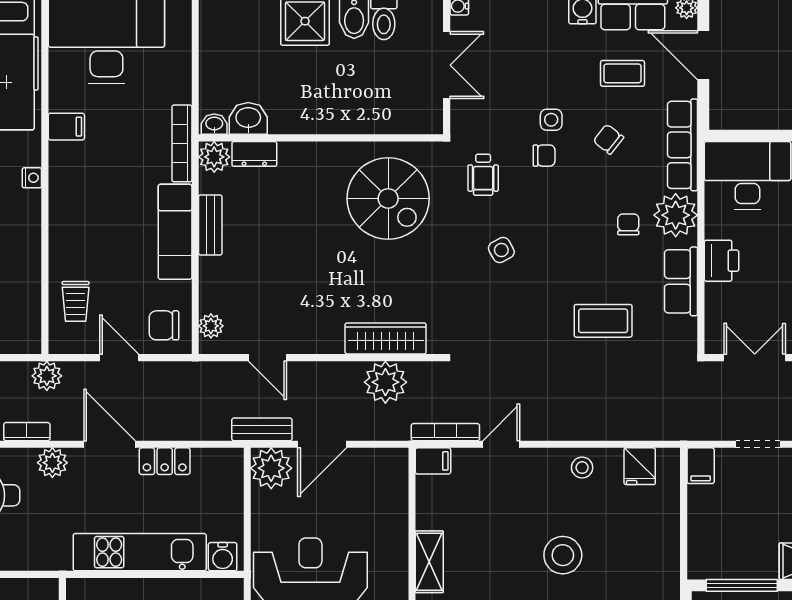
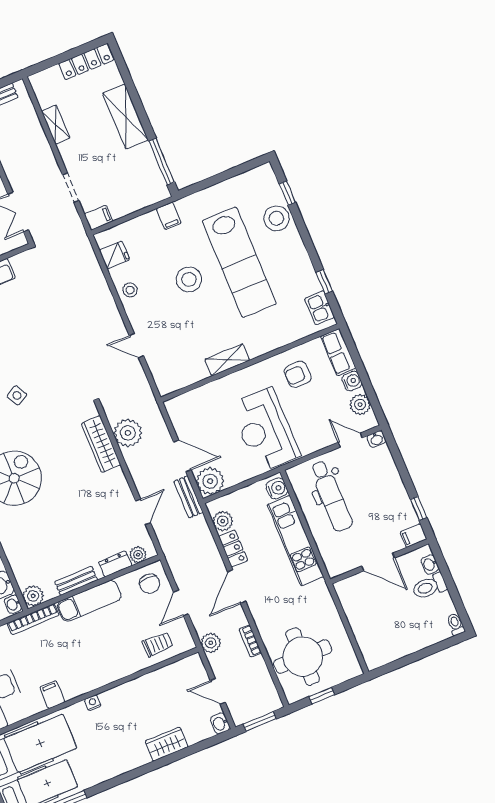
dresser: (254, 154) -> (115, 564), moved, turned -90
coffee table: (603, 321) -> (34, 315), removed
bookcase: (445, 432) -> (143, 383), removed
filing cabinet: (433, 461) -> (169, 216), moved, turned 180
plant: (52, 463) -> (223, 521), moved

